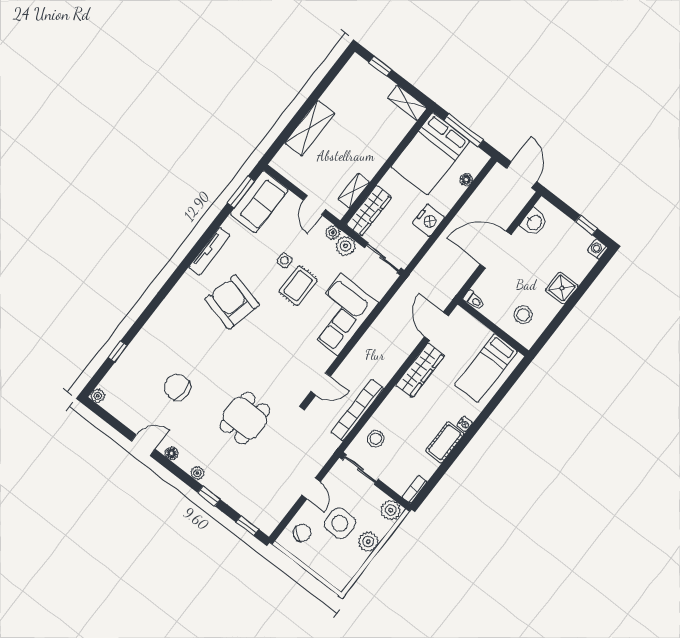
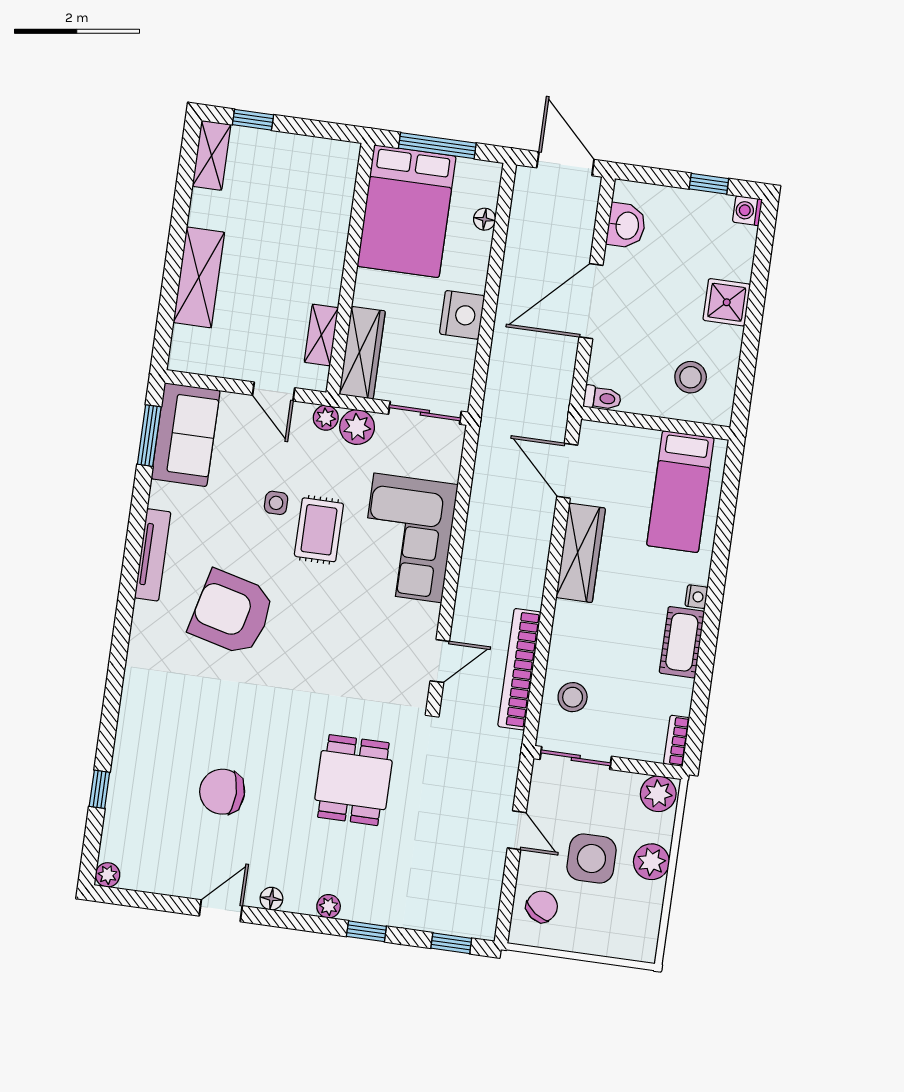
shelving: (407, 103) -> (212, 155), moved, turned 90

